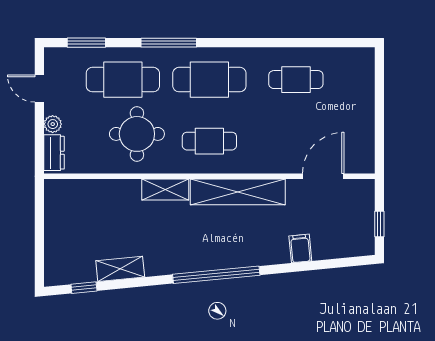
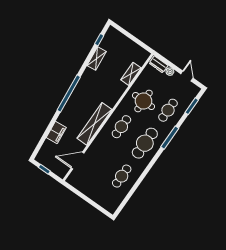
cafe table: (123, 80) -> (168, 110), width x0.73, depth x0.74
door: (39, 89) -> (187, 76), hinge flipped
door: (323, 176) -> (78, 161), swing flipped
shelving: (165, 189) -> (131, 74), moved
filing cabinet: (300, 248) -> (56, 133), width x2.00

